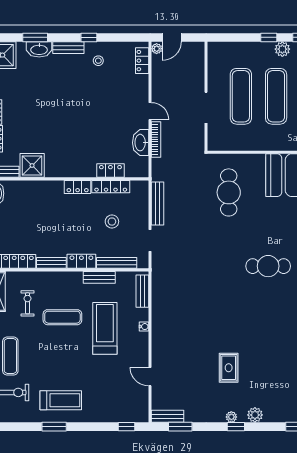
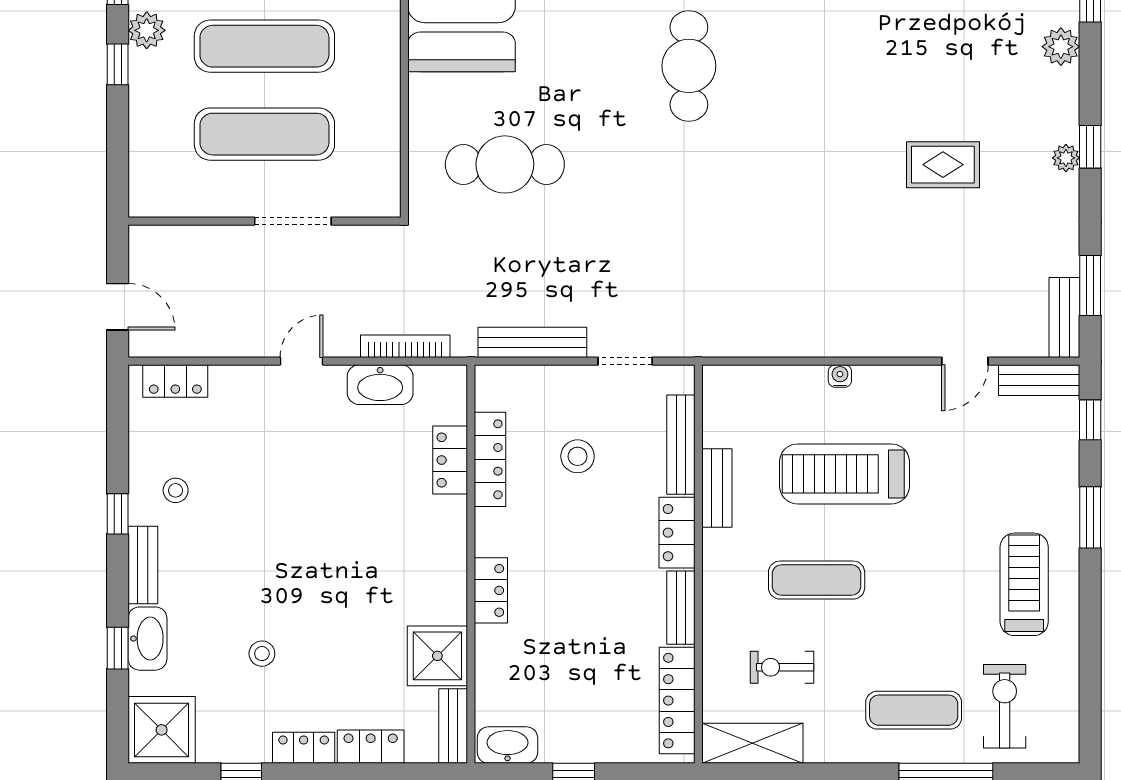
window: (35, 37) -> (118, 648), width x0.67
plant: (157, 49) -> (145, 344), removed
stool: (33, 95) -> (262, 654), added
bookcase: (156, 139) -> (405, 346), moved
locker: (78, 187) -> (491, 590), moved
bench: (142, 291) -> (1039, 380), moved
exercise mat: (62, 317) -> (817, 580), turned 90
plant: (255, 415) -> (1061, 47), moved
window: (54, 427) -> (1090, 517), moved

